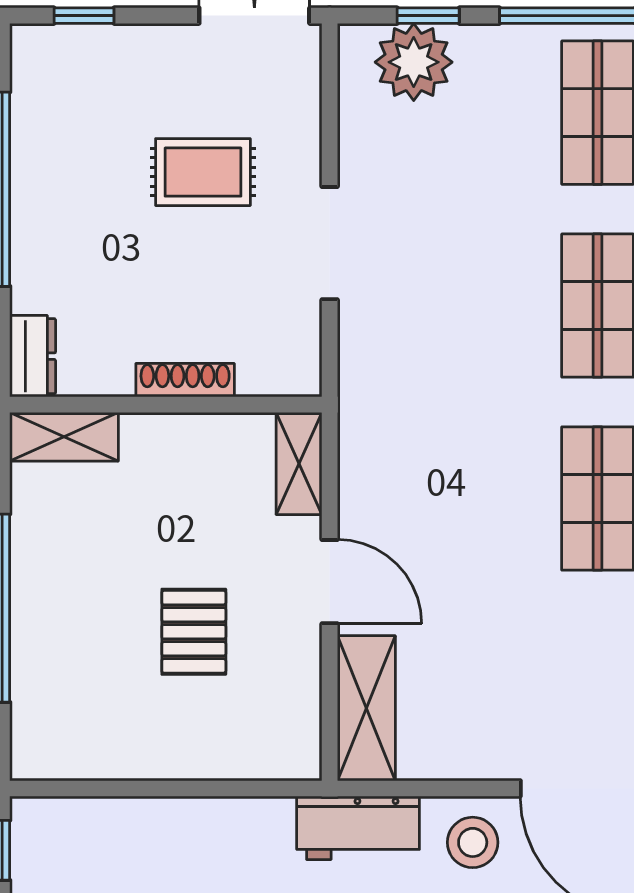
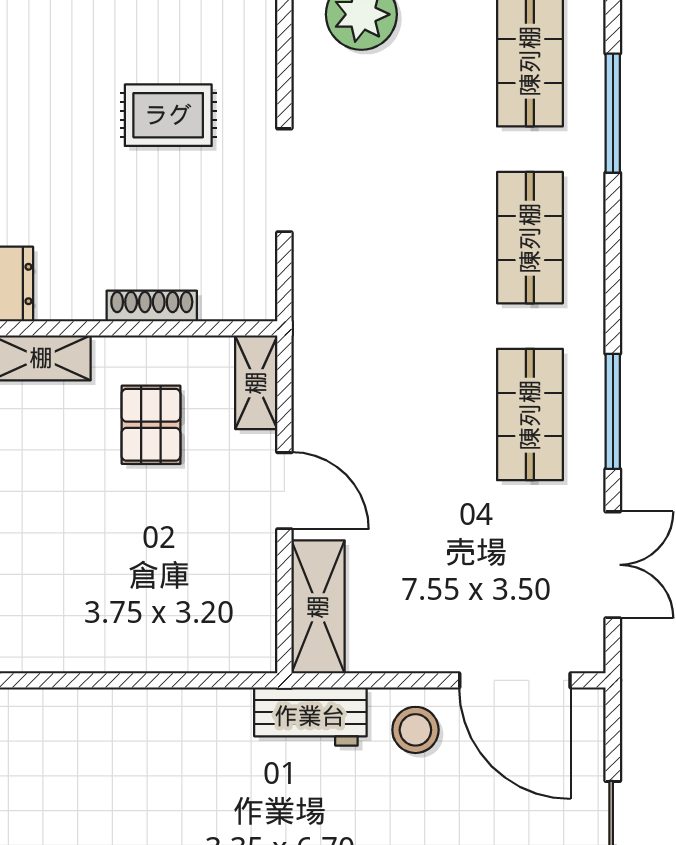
pallet: (194, 632) -> (151, 425), moved

